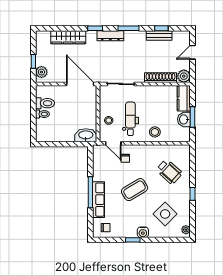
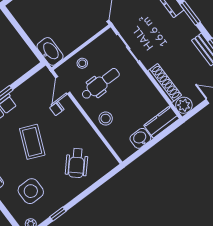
window: (193, 117) -> (149, 145), removed
coffee table: (135, 190) -> (32, 142), turned 54
window: (193, 194) -> (58, 214), moved
side table: (165, 214) -> (31, 191), turned 45

